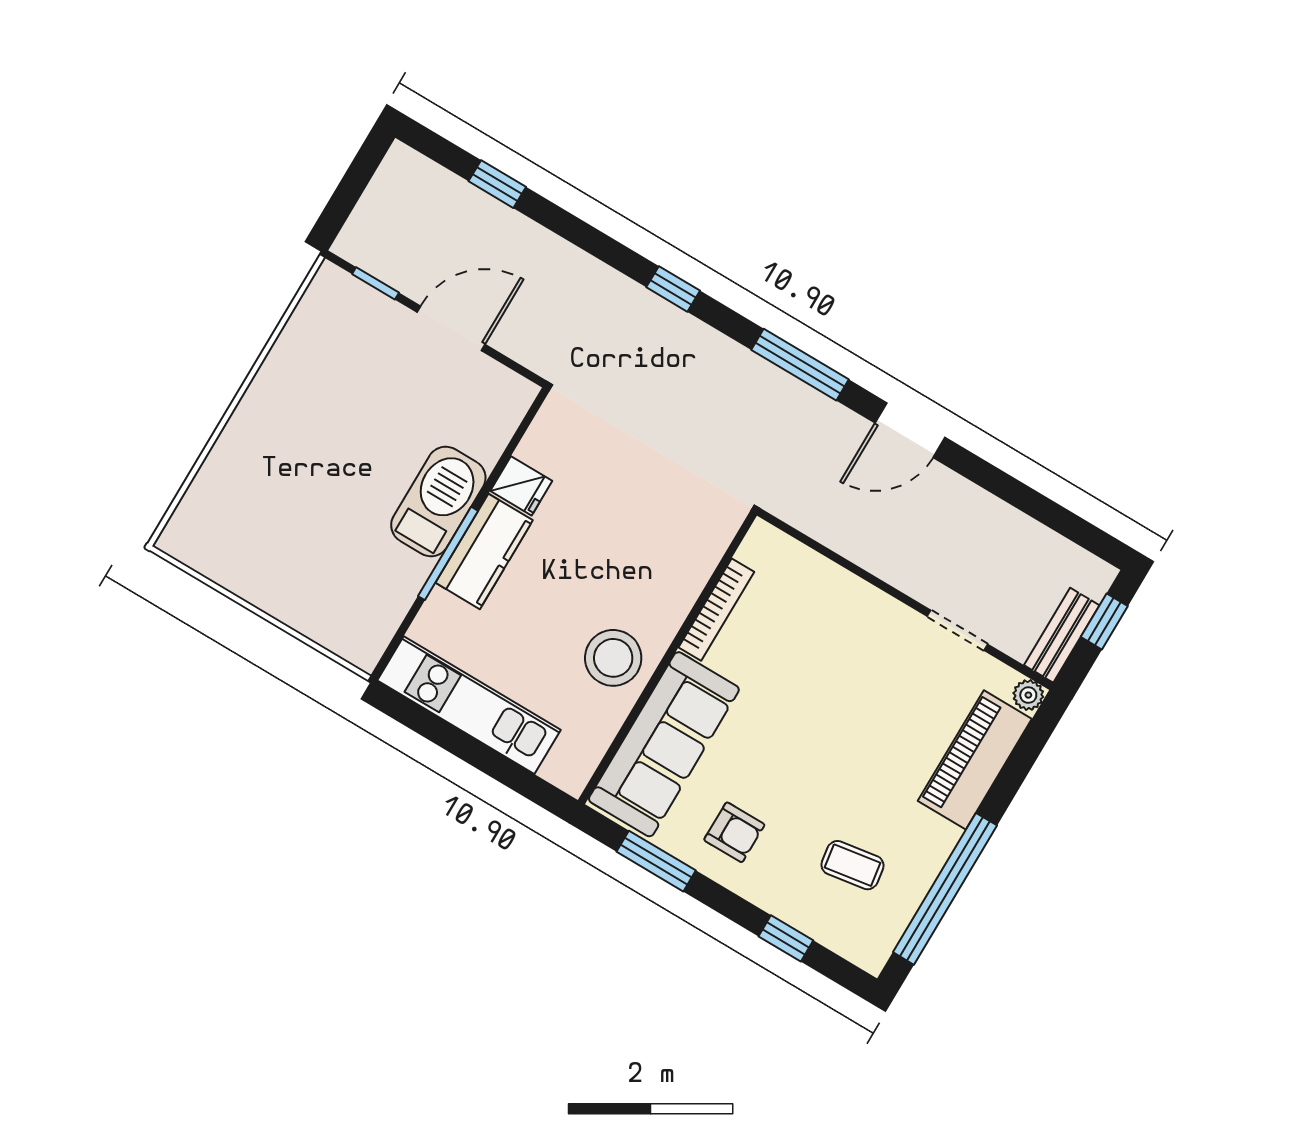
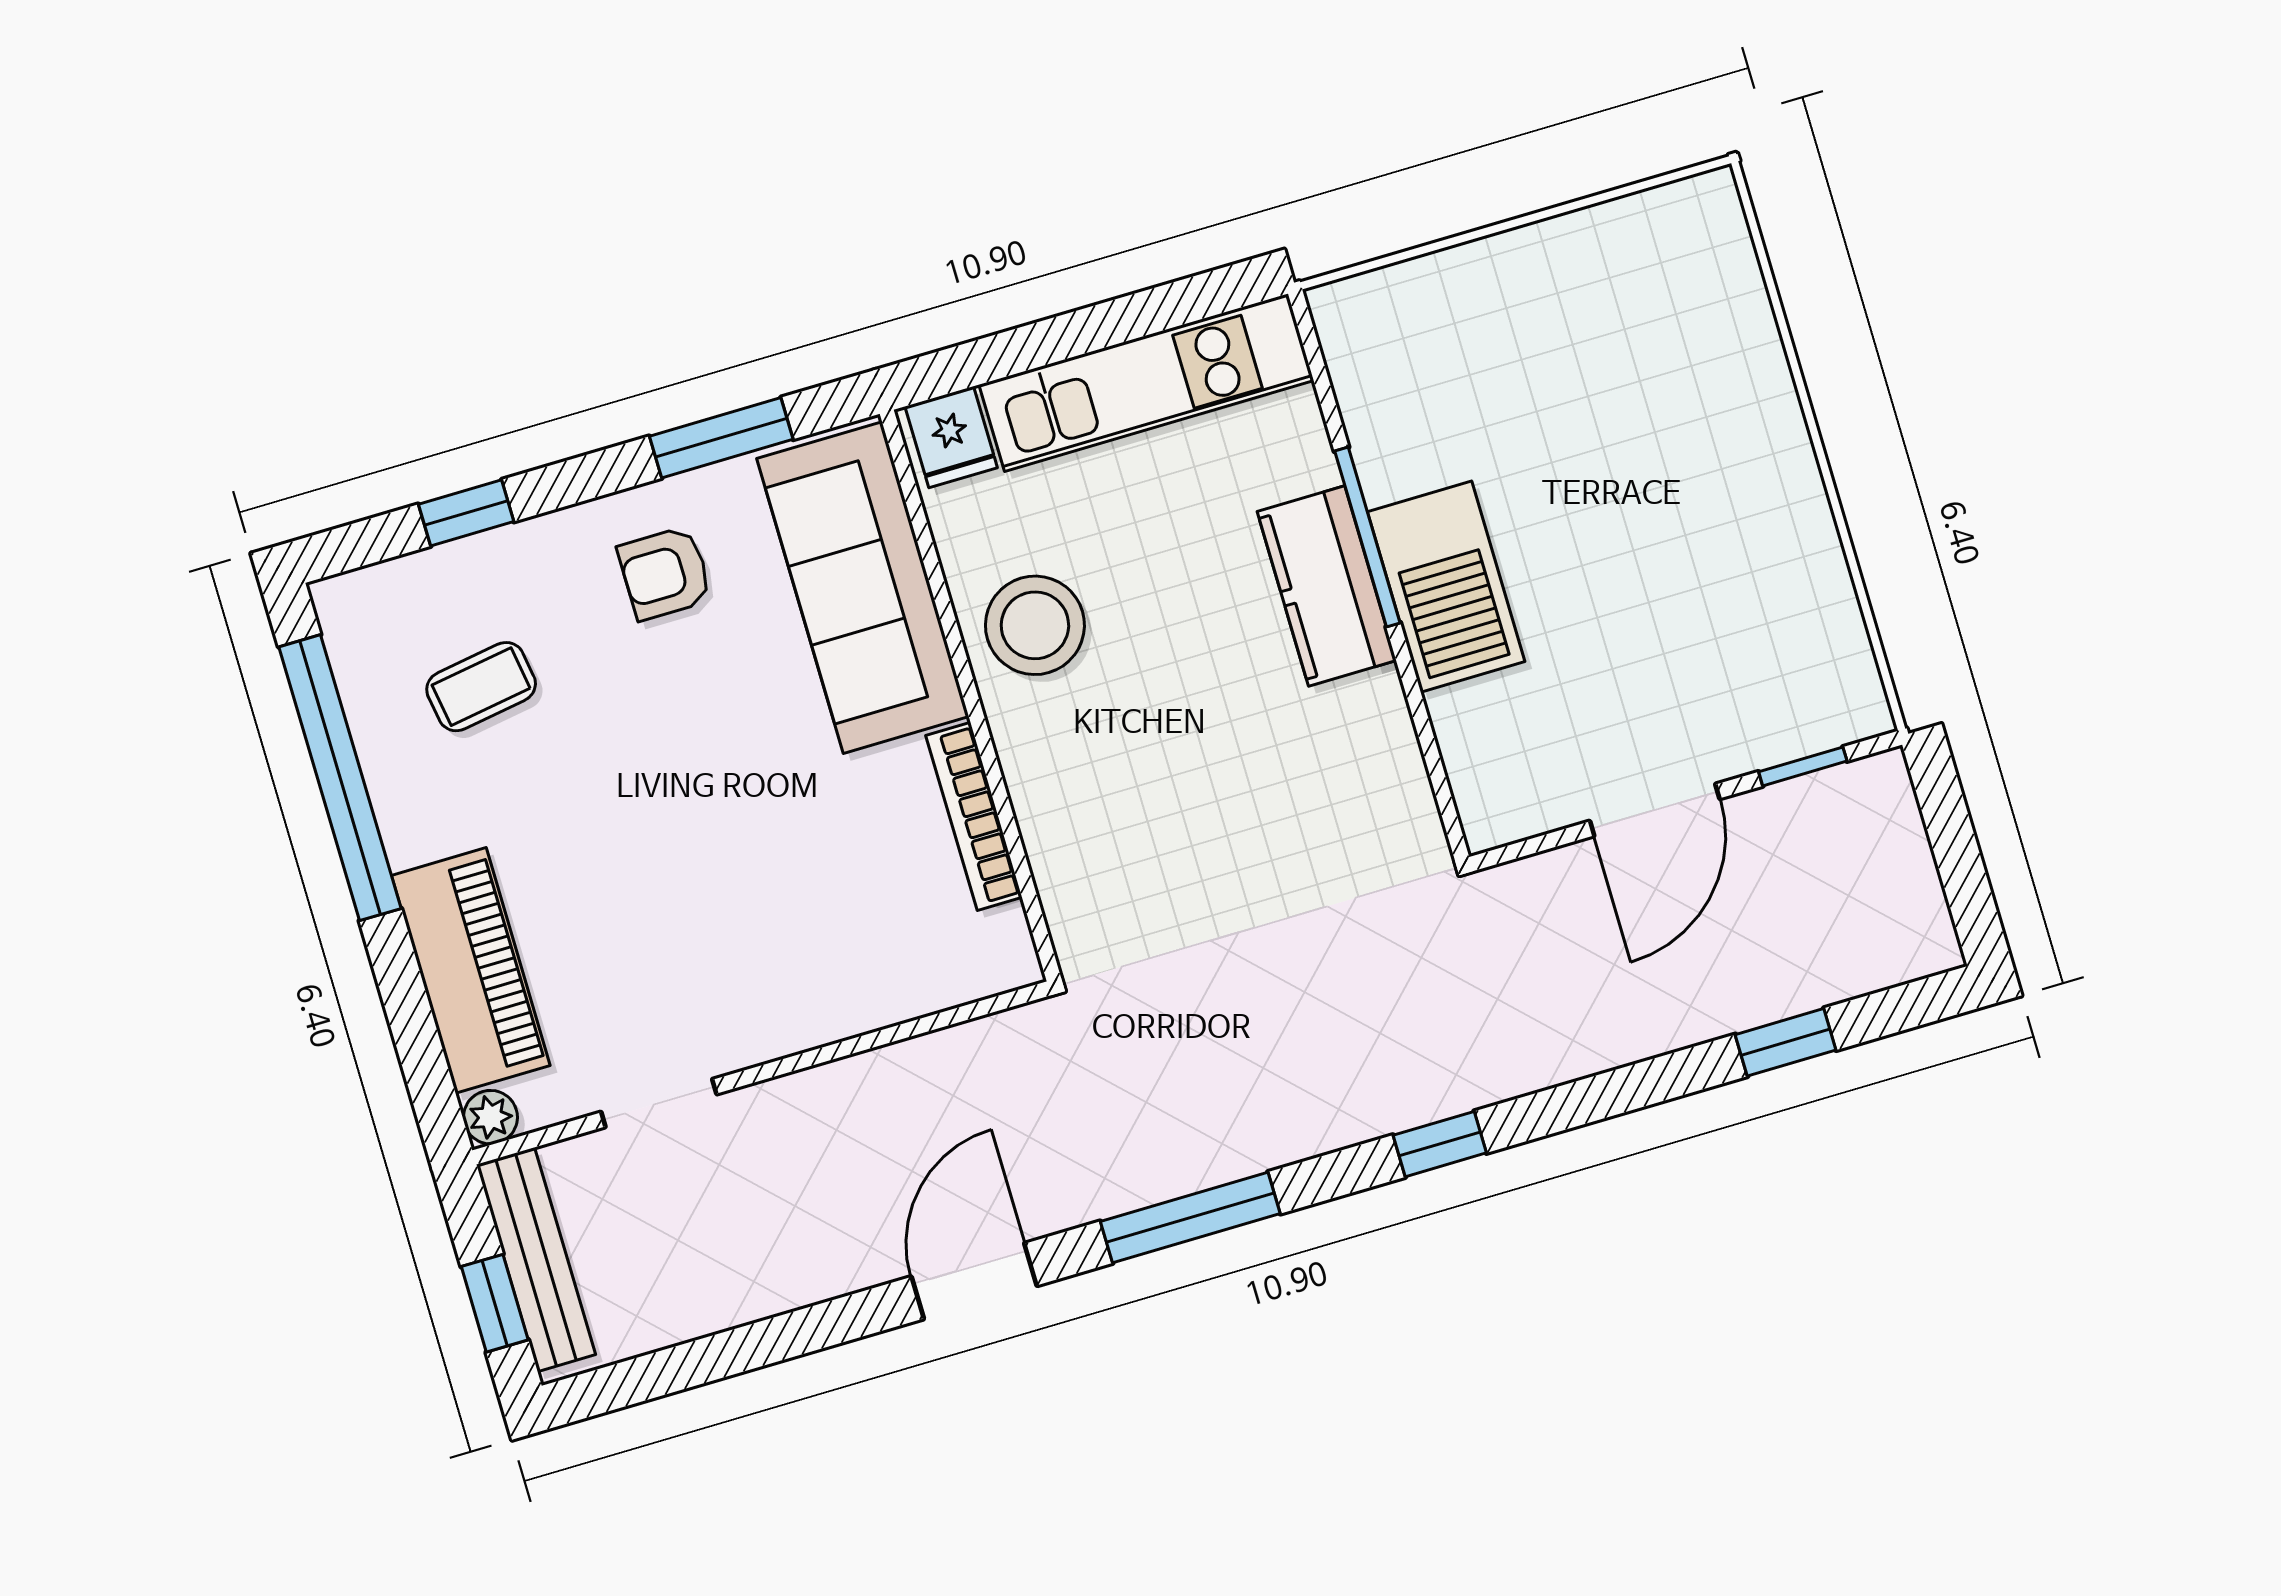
fridge: (521, 486) -> (951, 437), moved, turned -90
bench: (1062, 635) -> (536, 1260), width x1.36

